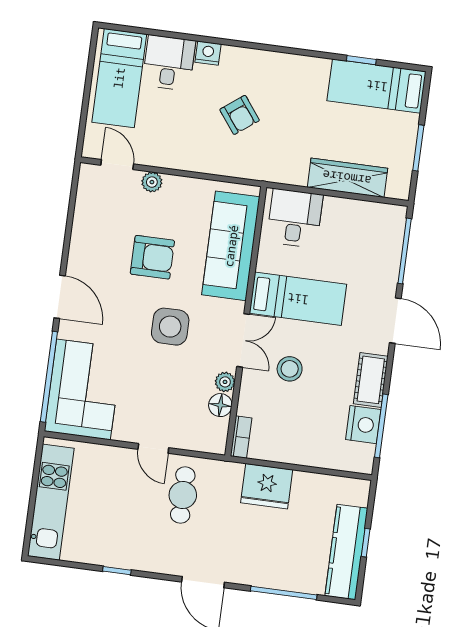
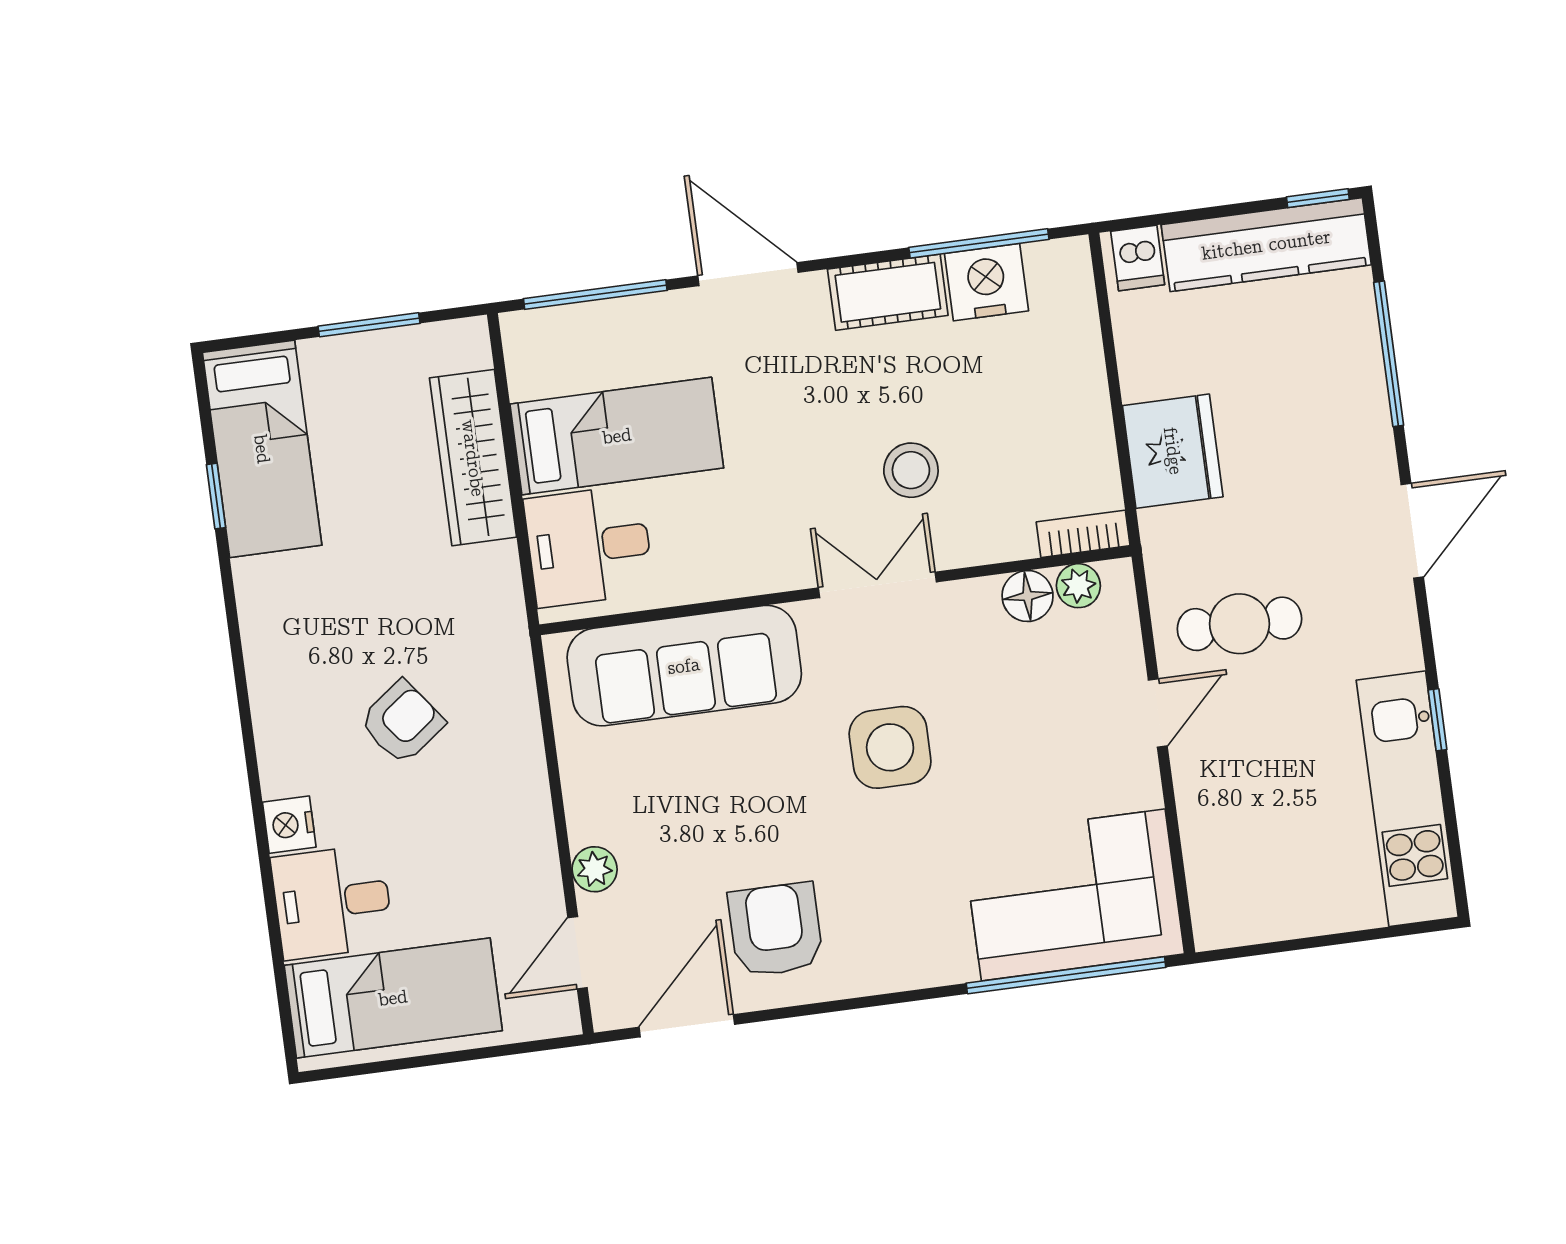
armchair: (152, 257) -> (776, 930), moved
door: (60, 297) -> (687, 1026), moved
bed: (298, 299) -> (617, 436), moved, turned 90
door: (395, 321) -> (748, 274), hinge flipped
plant: (225, 382) -> (1078, 586), moved
dishwasher: (356, 494) -> (1138, 258), added
kitchen unit: (51, 502) -> (1407, 799), moved, turned -90
window: (366, 543) -> (1318, 198), moved

